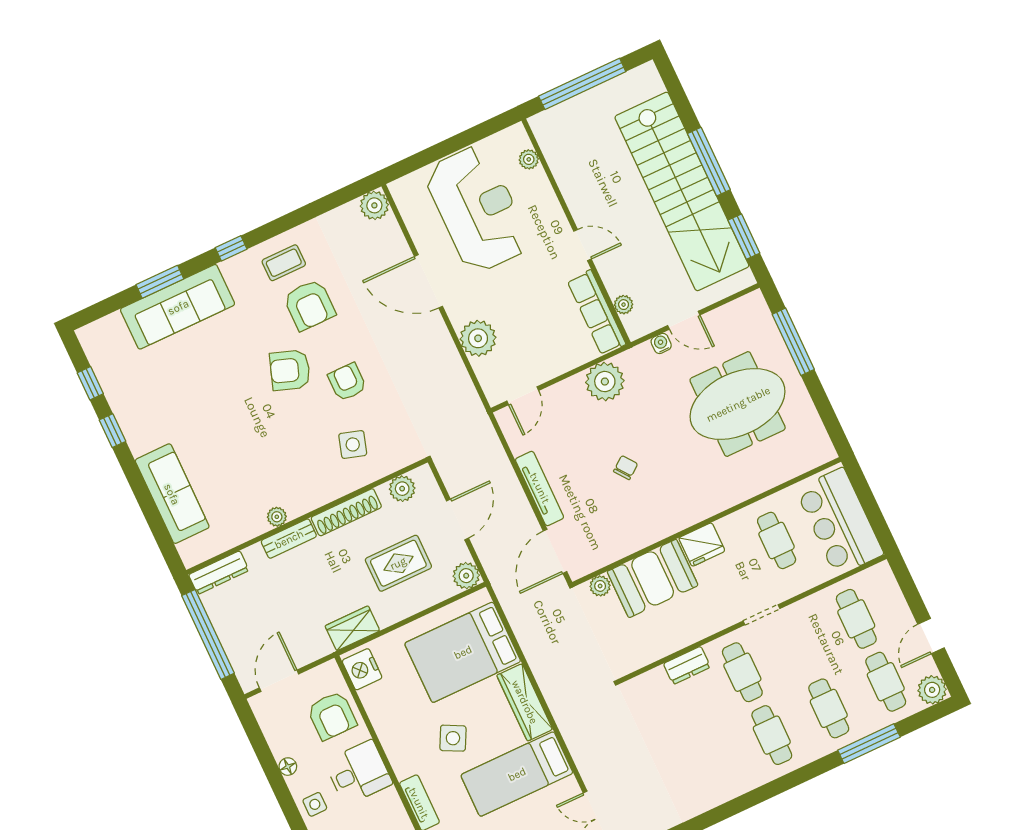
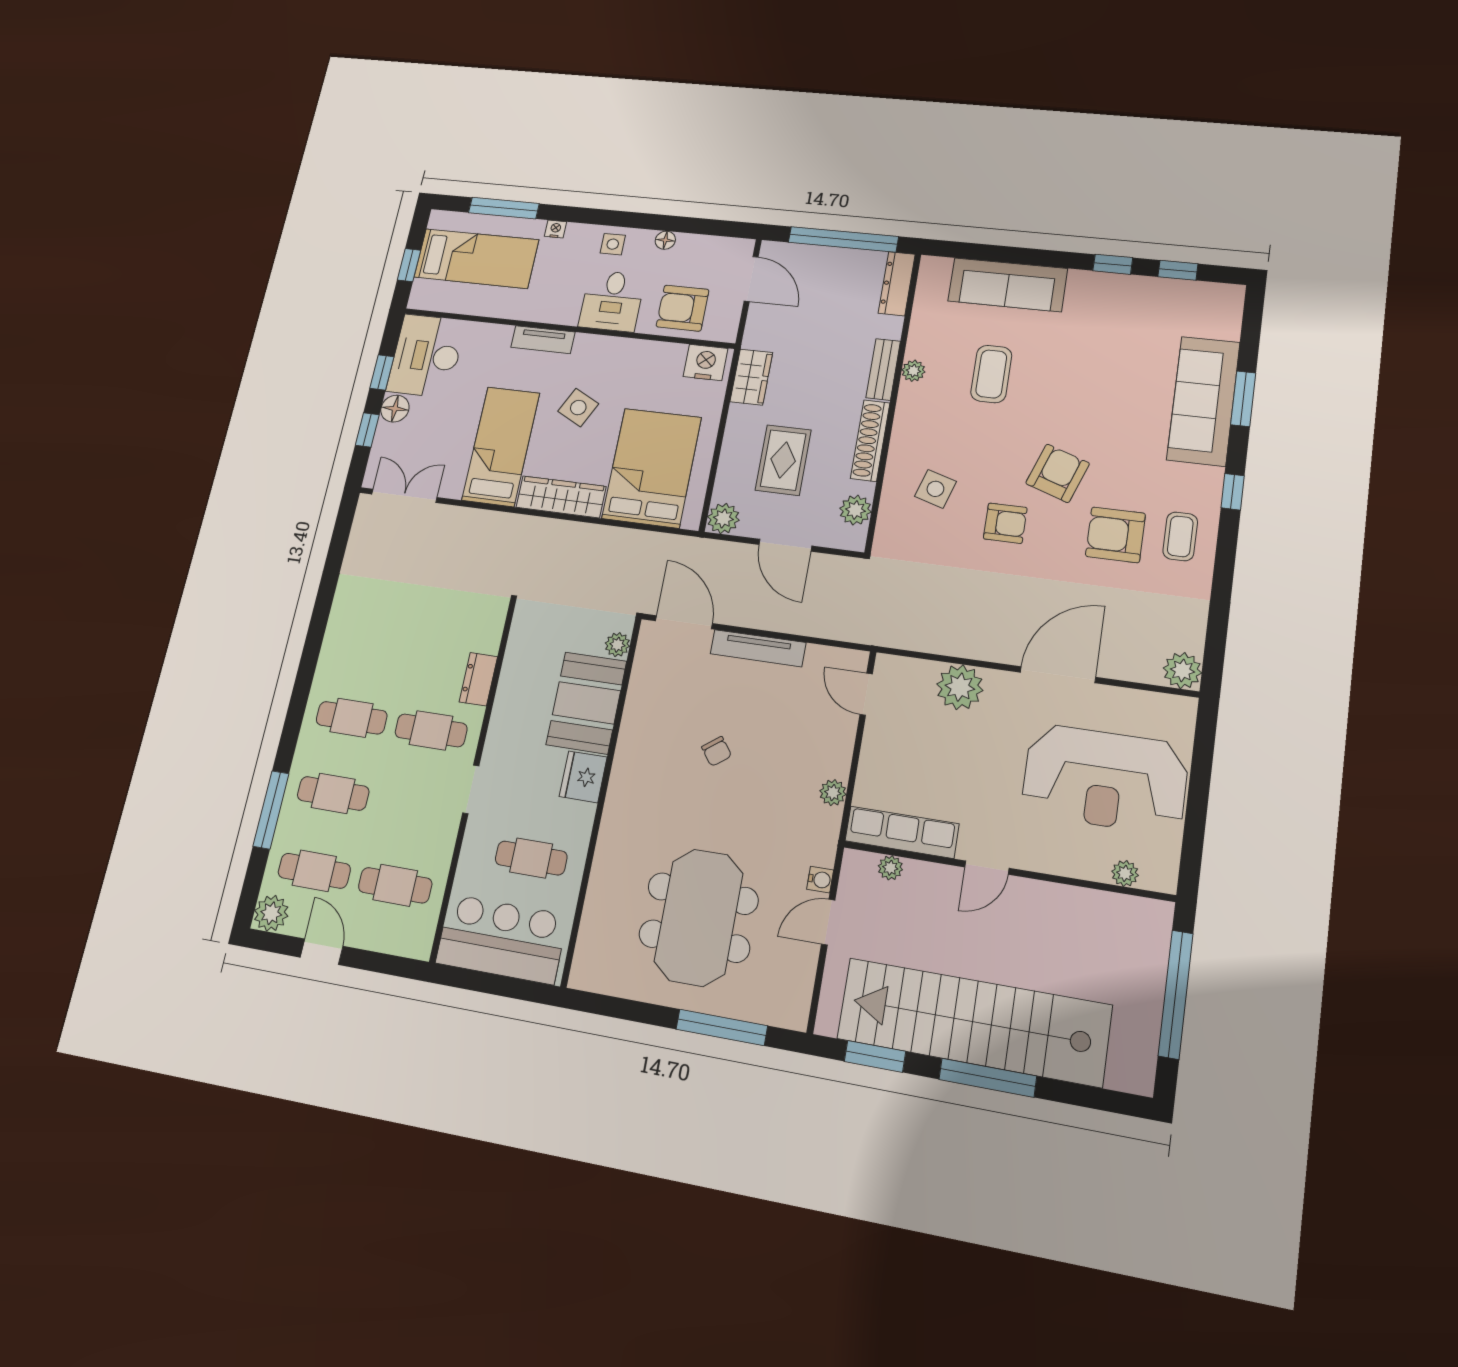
plant: (605, 382) -> (833, 793), width x0.53, depth x0.53
coffee table: (246, 461) -> (991, 374), added

